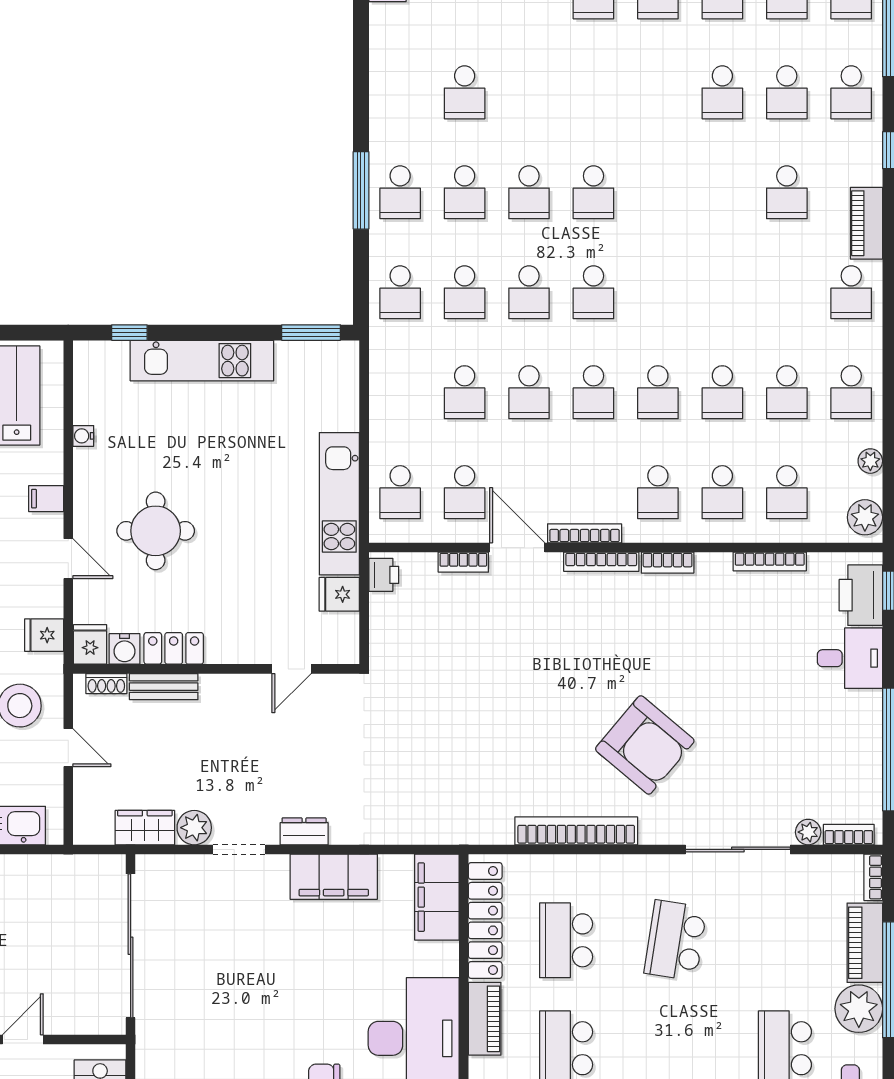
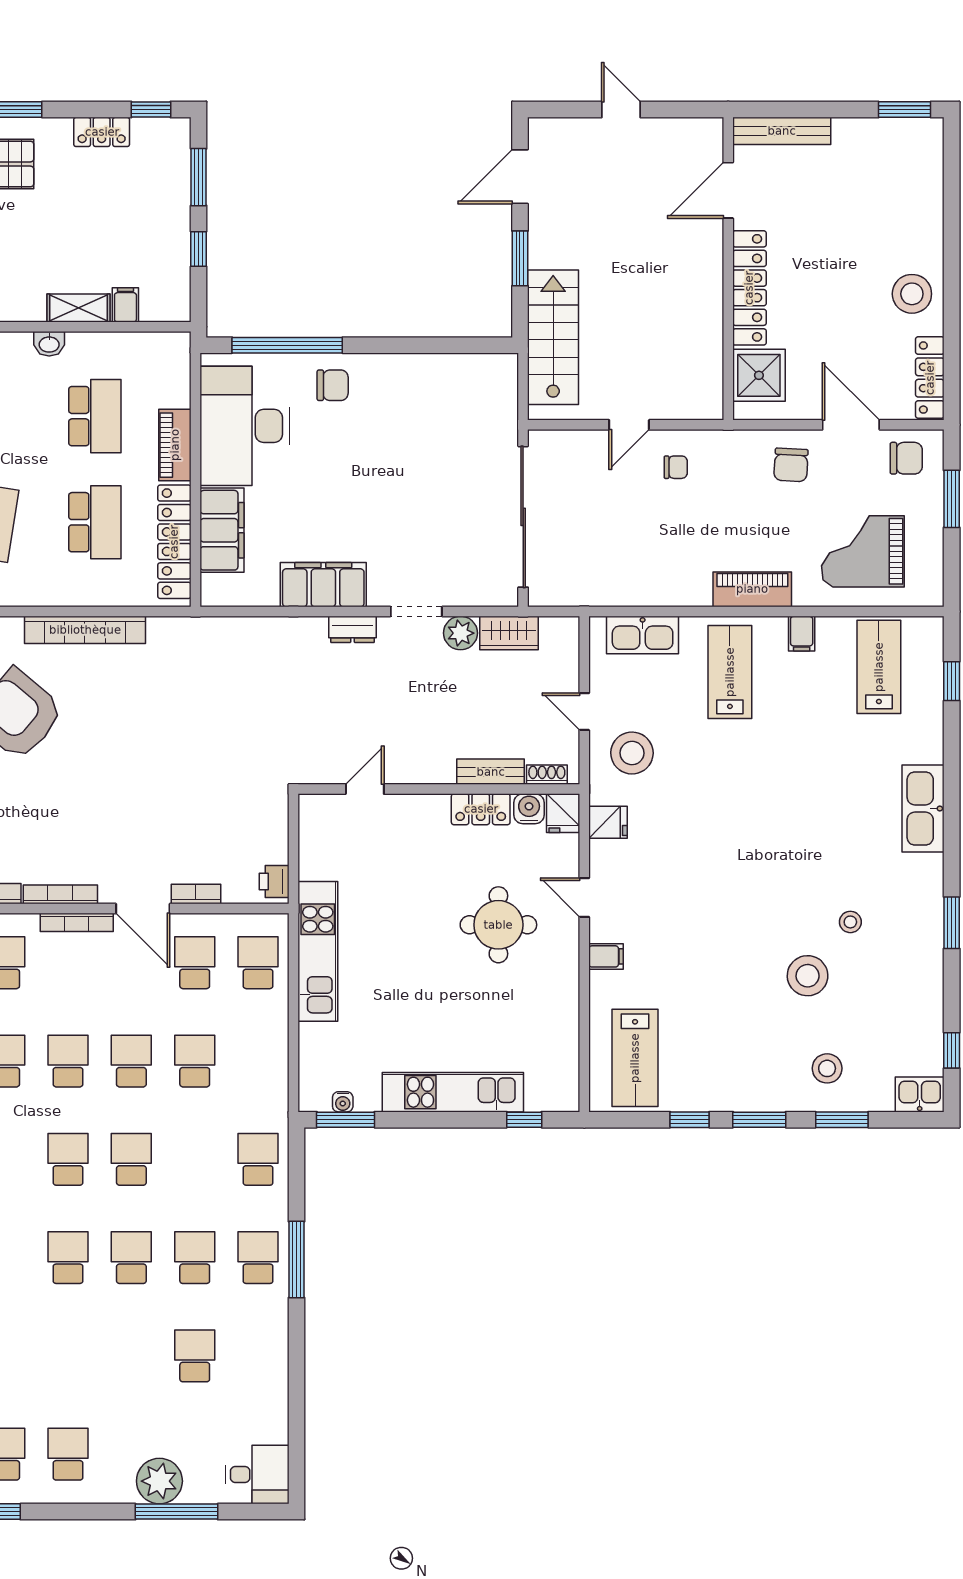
school desk: (465, 292) -> (195, 1159), removed
water cooler: (83, 436) -> (343, 1102), moved, turned 90
fridge: (339, 594) -> (318, 862), removed
filing cabinet: (437, 897) -> (222, 530), moved

